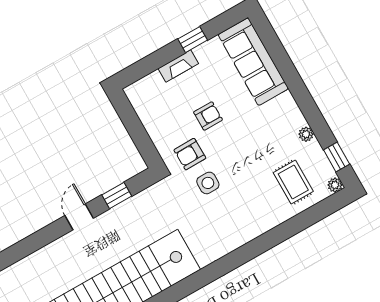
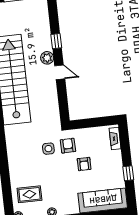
fireplace: (178, 66) -> (115, 138), moved
window: (117, 196) -> (56, 41), moved
plant: (65, 247) -> (47, 58), added

